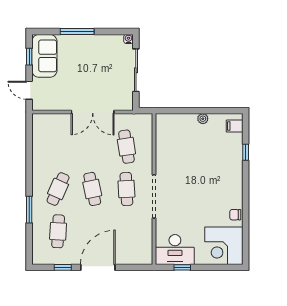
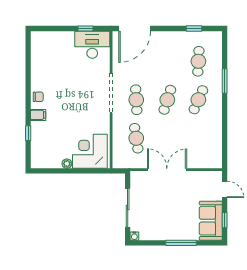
filing cabinet: (235, 126) -> (38, 115), moved
cafe table: (92, 189) -> (167, 100), turned 30
chair: (235, 215) -> (38, 97), moved
corner desk: (224, 246) -> (90, 151), moved, turned -90
door: (98, 267) -> (135, 29), moved

